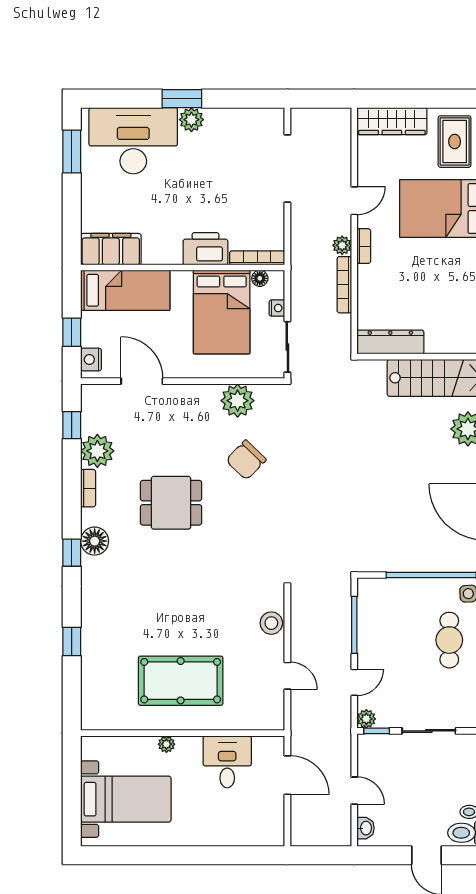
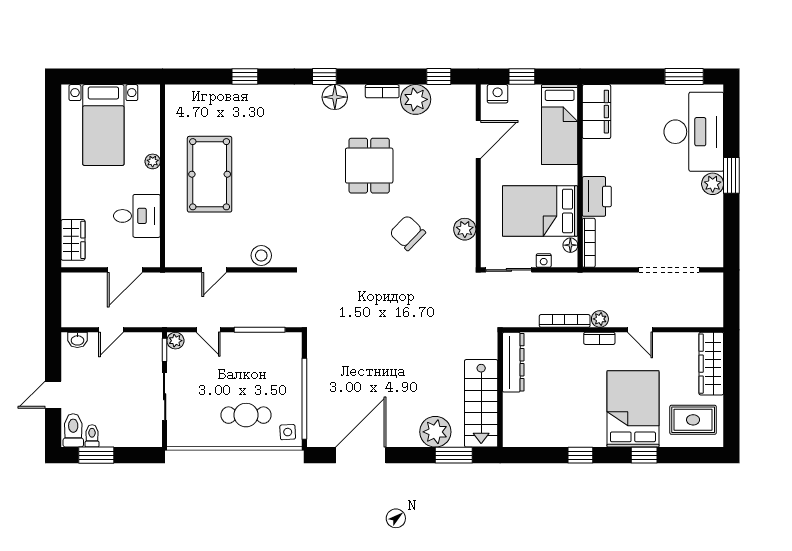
plant: (238, 401) -> (465, 229), width x0.73, depth x0.73
wardrobe: (254, 833) -> (73, 240), added

